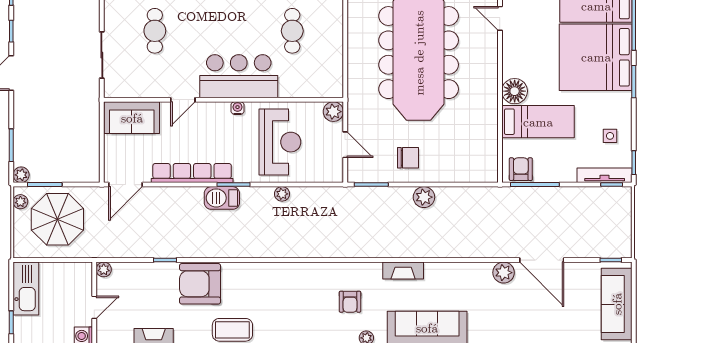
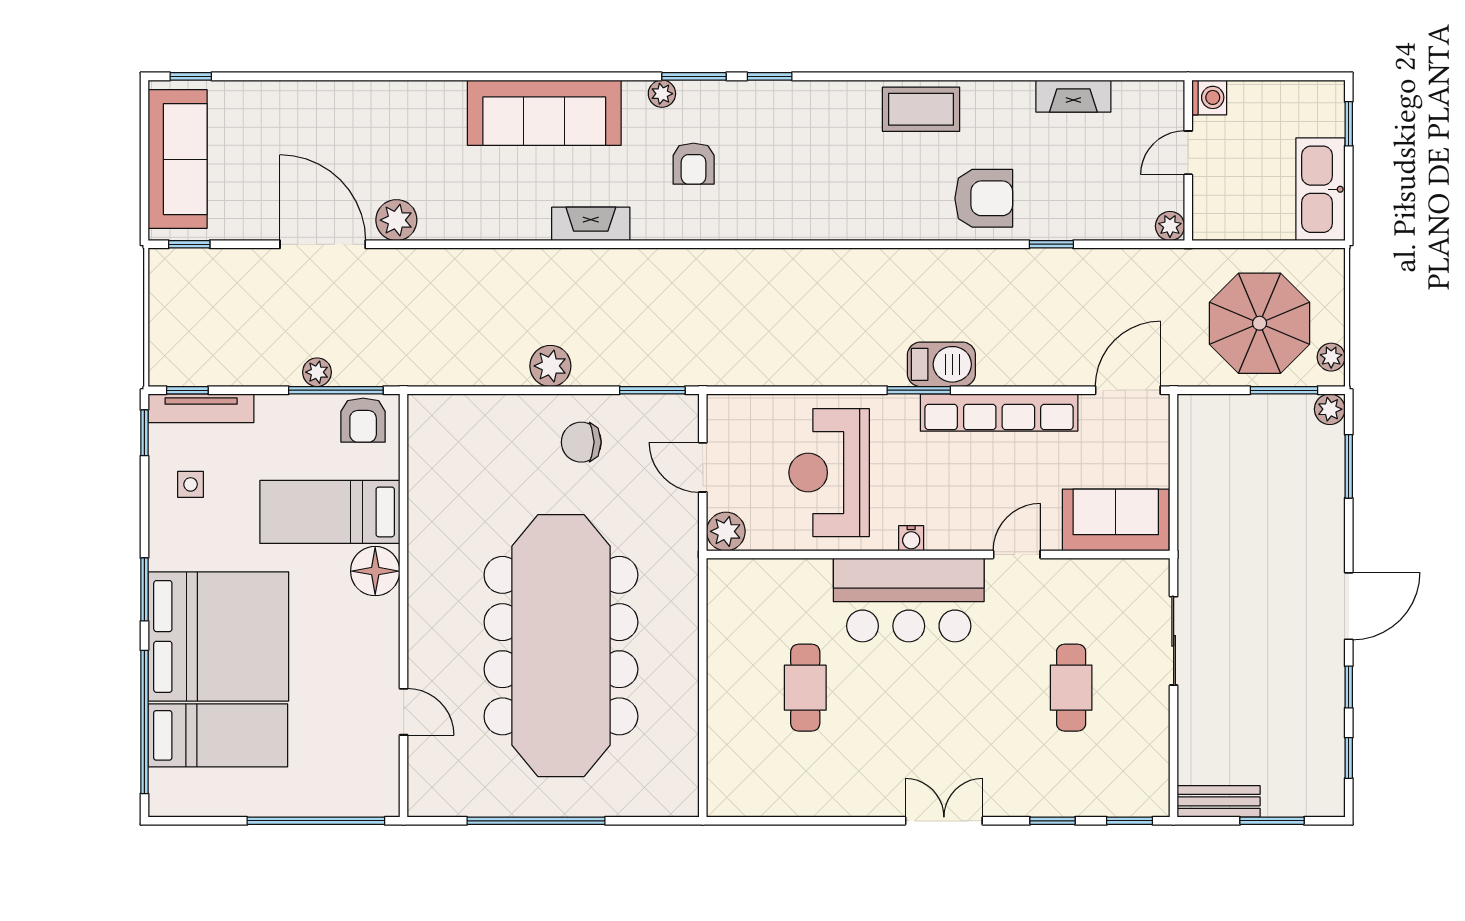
plant: (282, 194) -> (317, 372), moved
armchair: (200, 284) -> (984, 198), width x0.73, depth x0.73
armchair: (350, 302) -> (694, 164), turned 180

